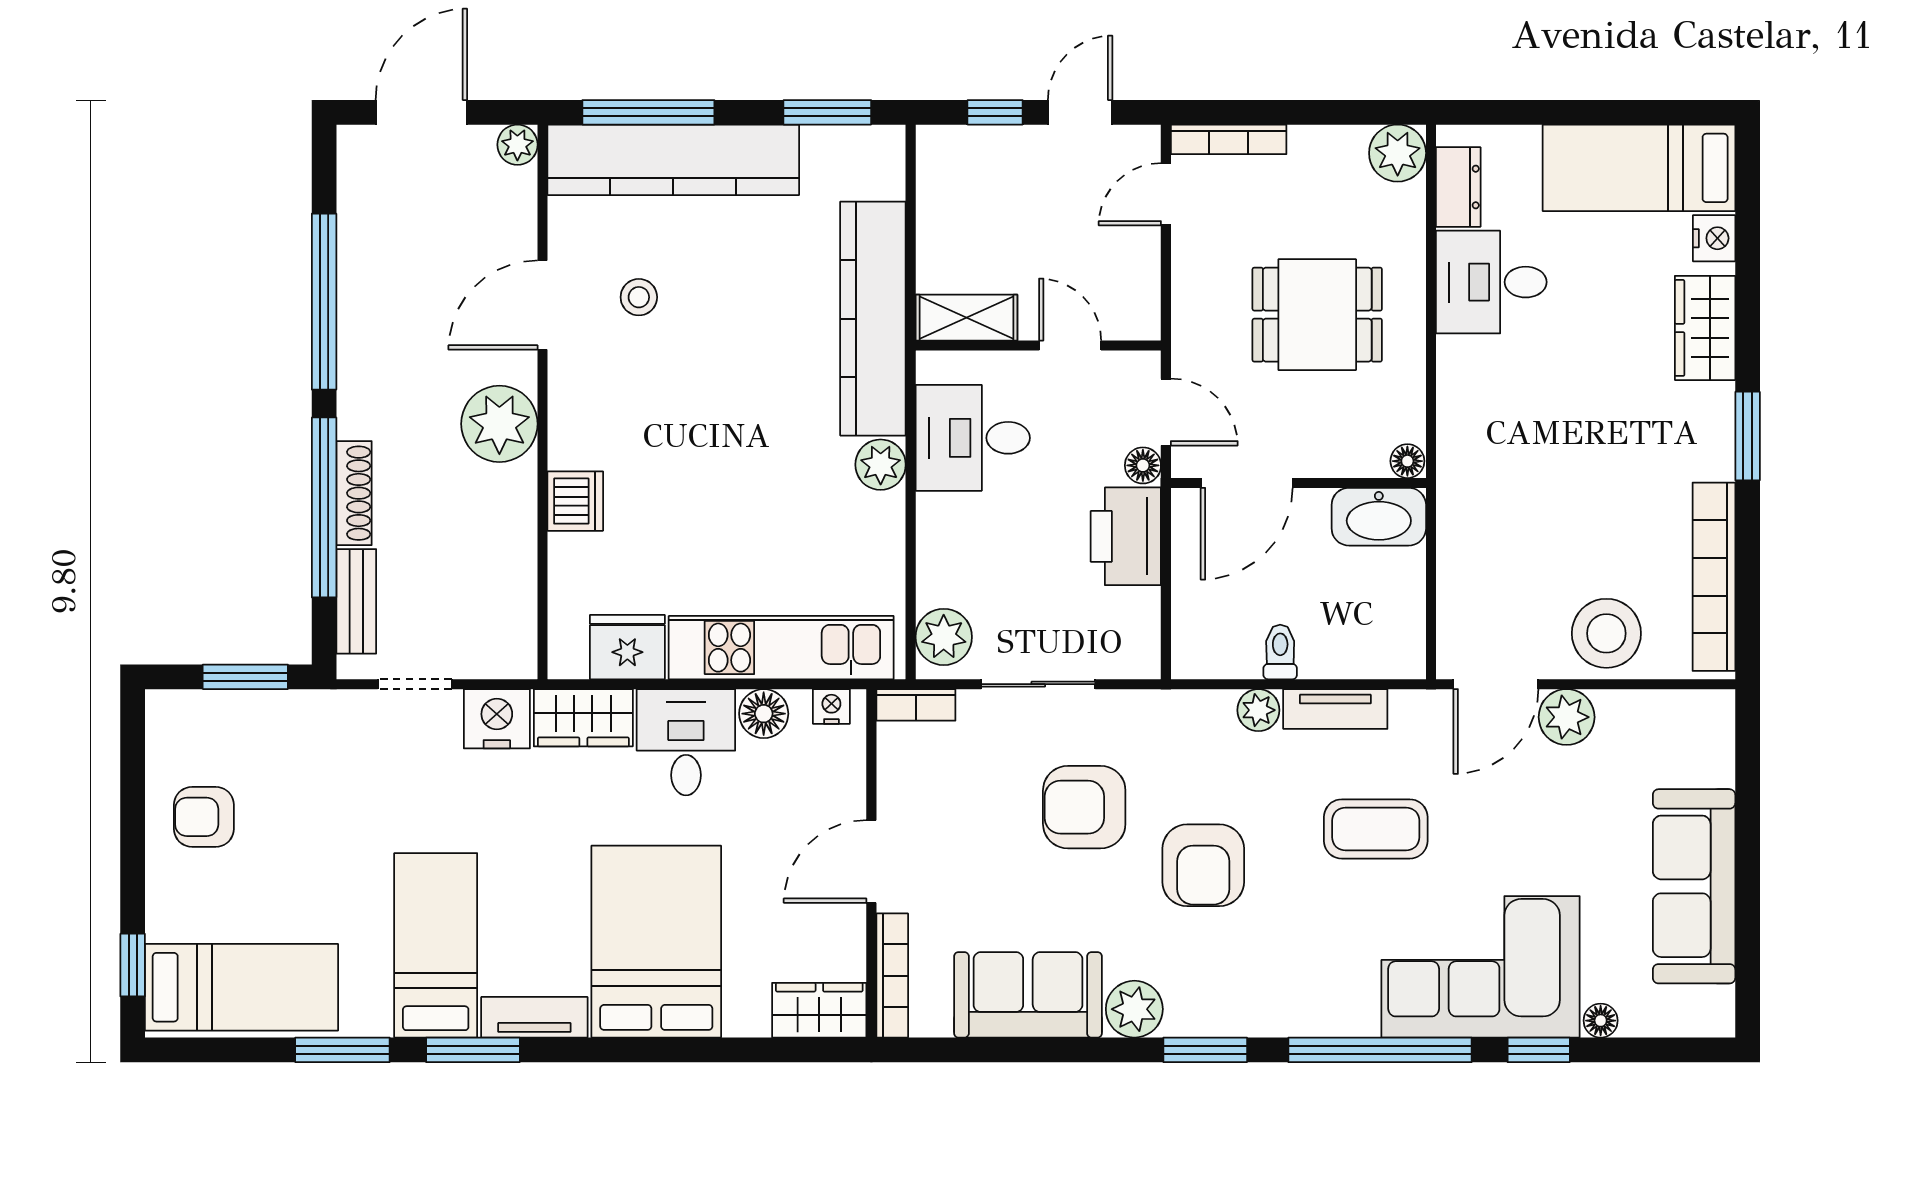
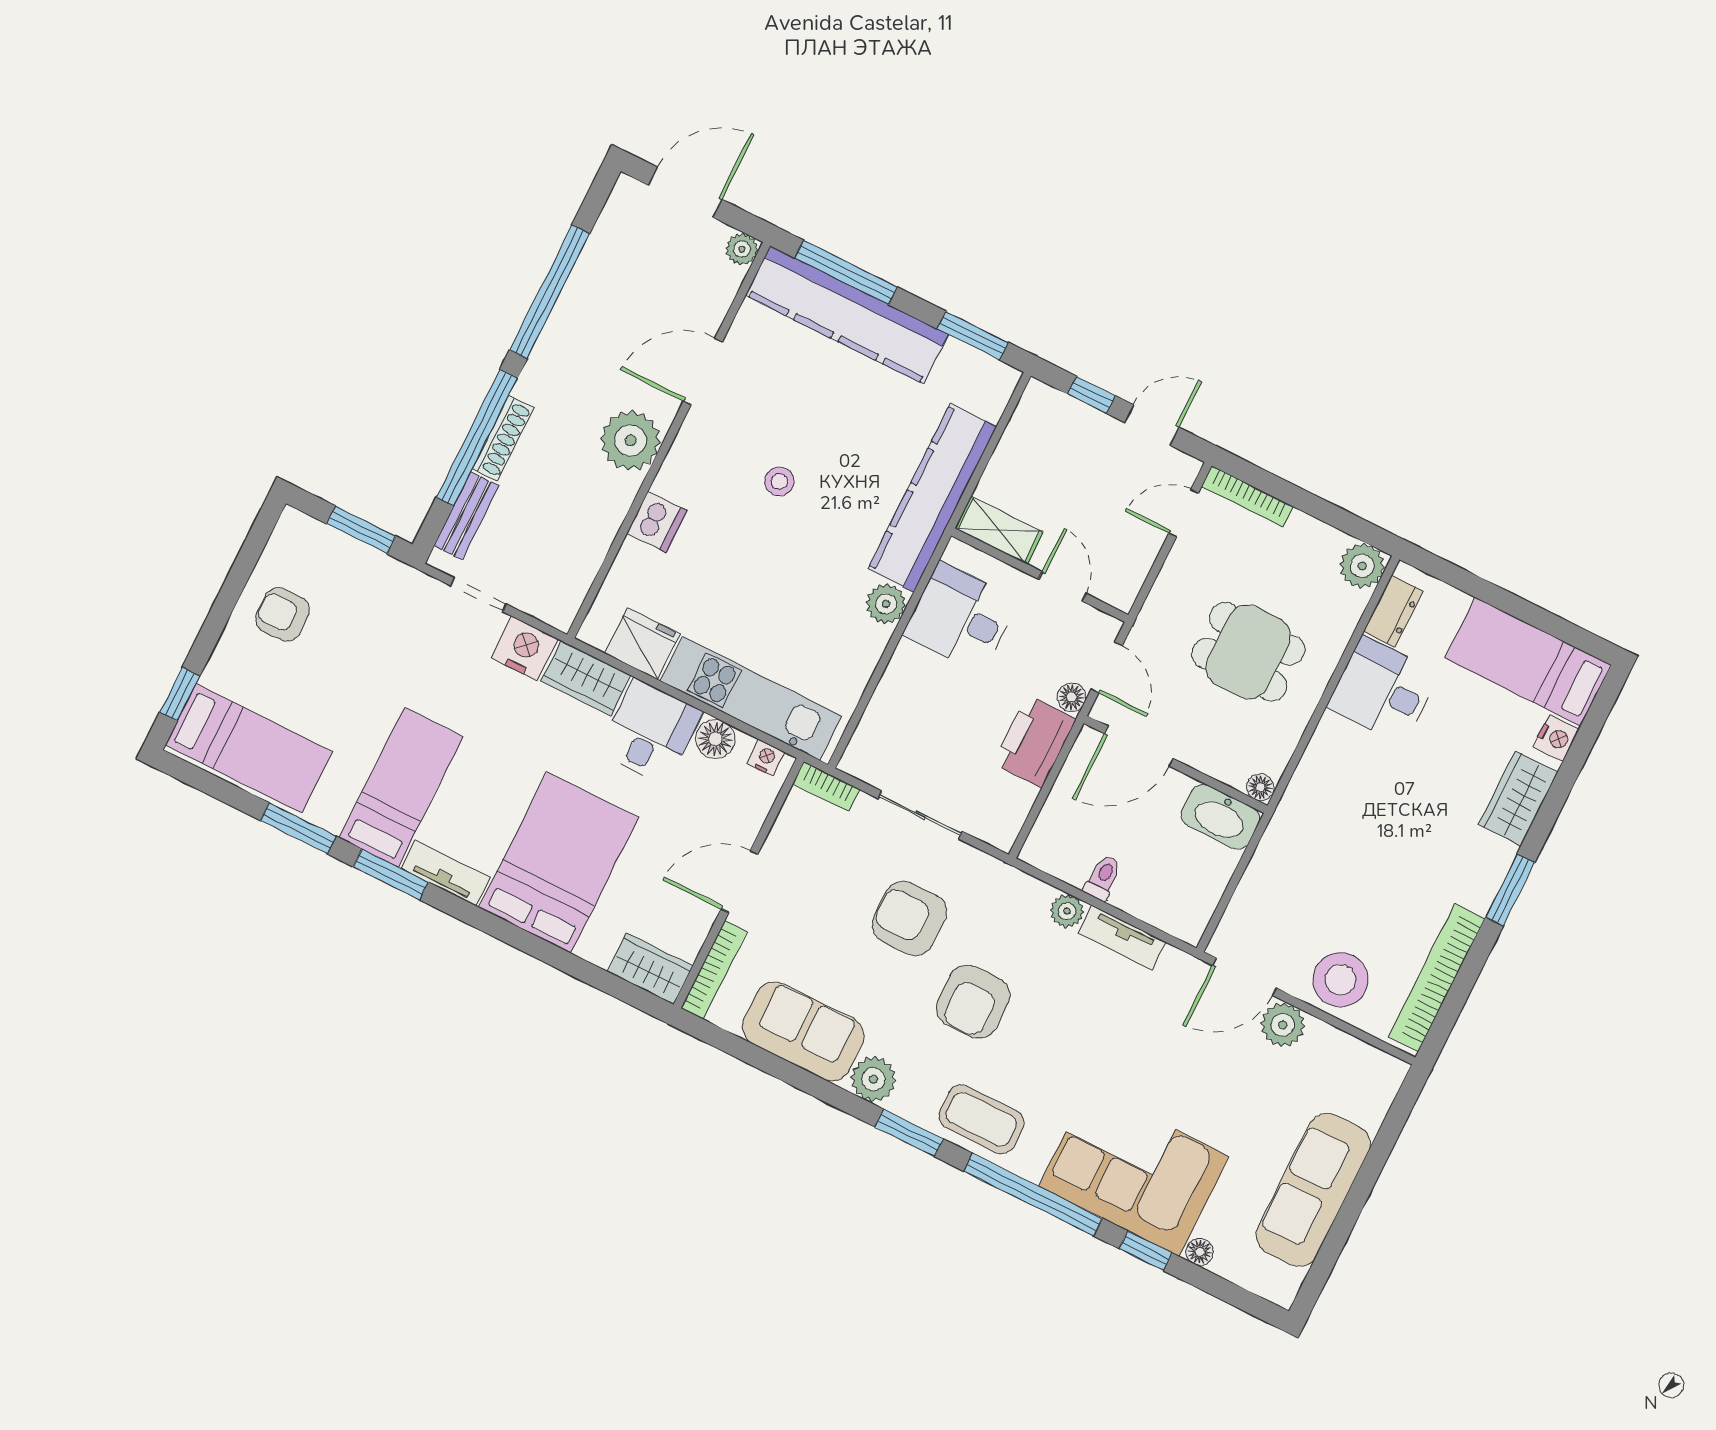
stool: (639, 297) -> (779, 482), moved
plant: (944, 637) -> (870, 748), removed
coffee table: (1376, 829) -> (981, 1119), moved

